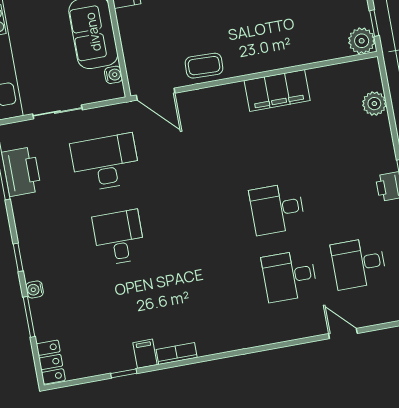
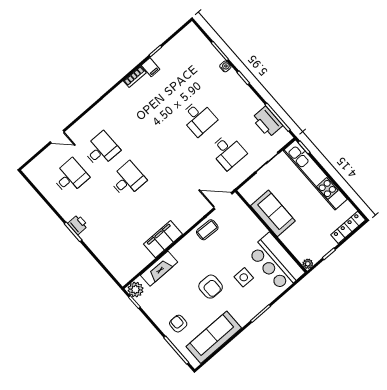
fireplace: (309, 51) -> (159, 269), added
water cooler: (113, 75) -> (250, 198), removed
plant: (374, 104) -> (110, 262), removed
desk: (105, 162) -> (228, 151), width x0.73
locker: (51, 362) -> (195, 35), removed

